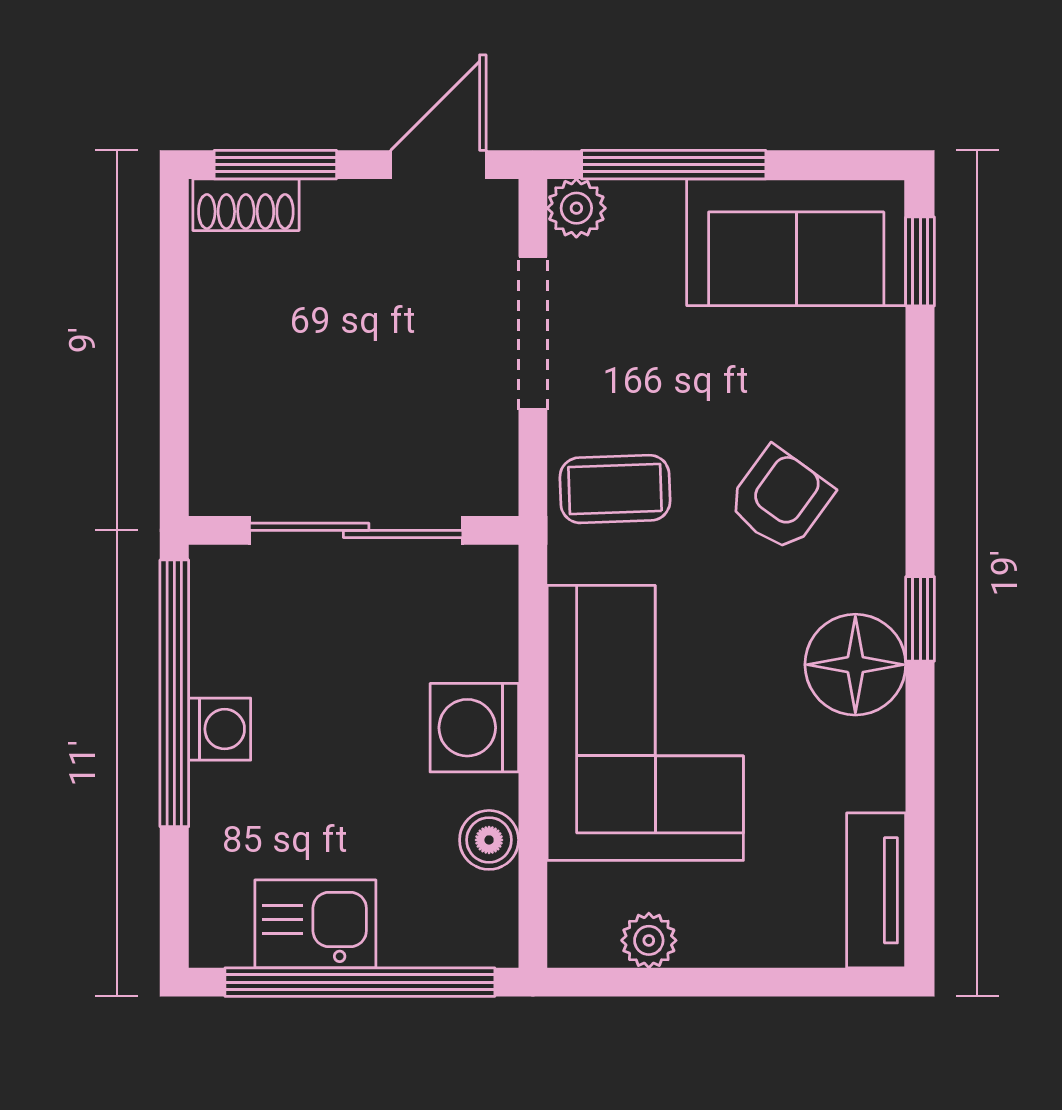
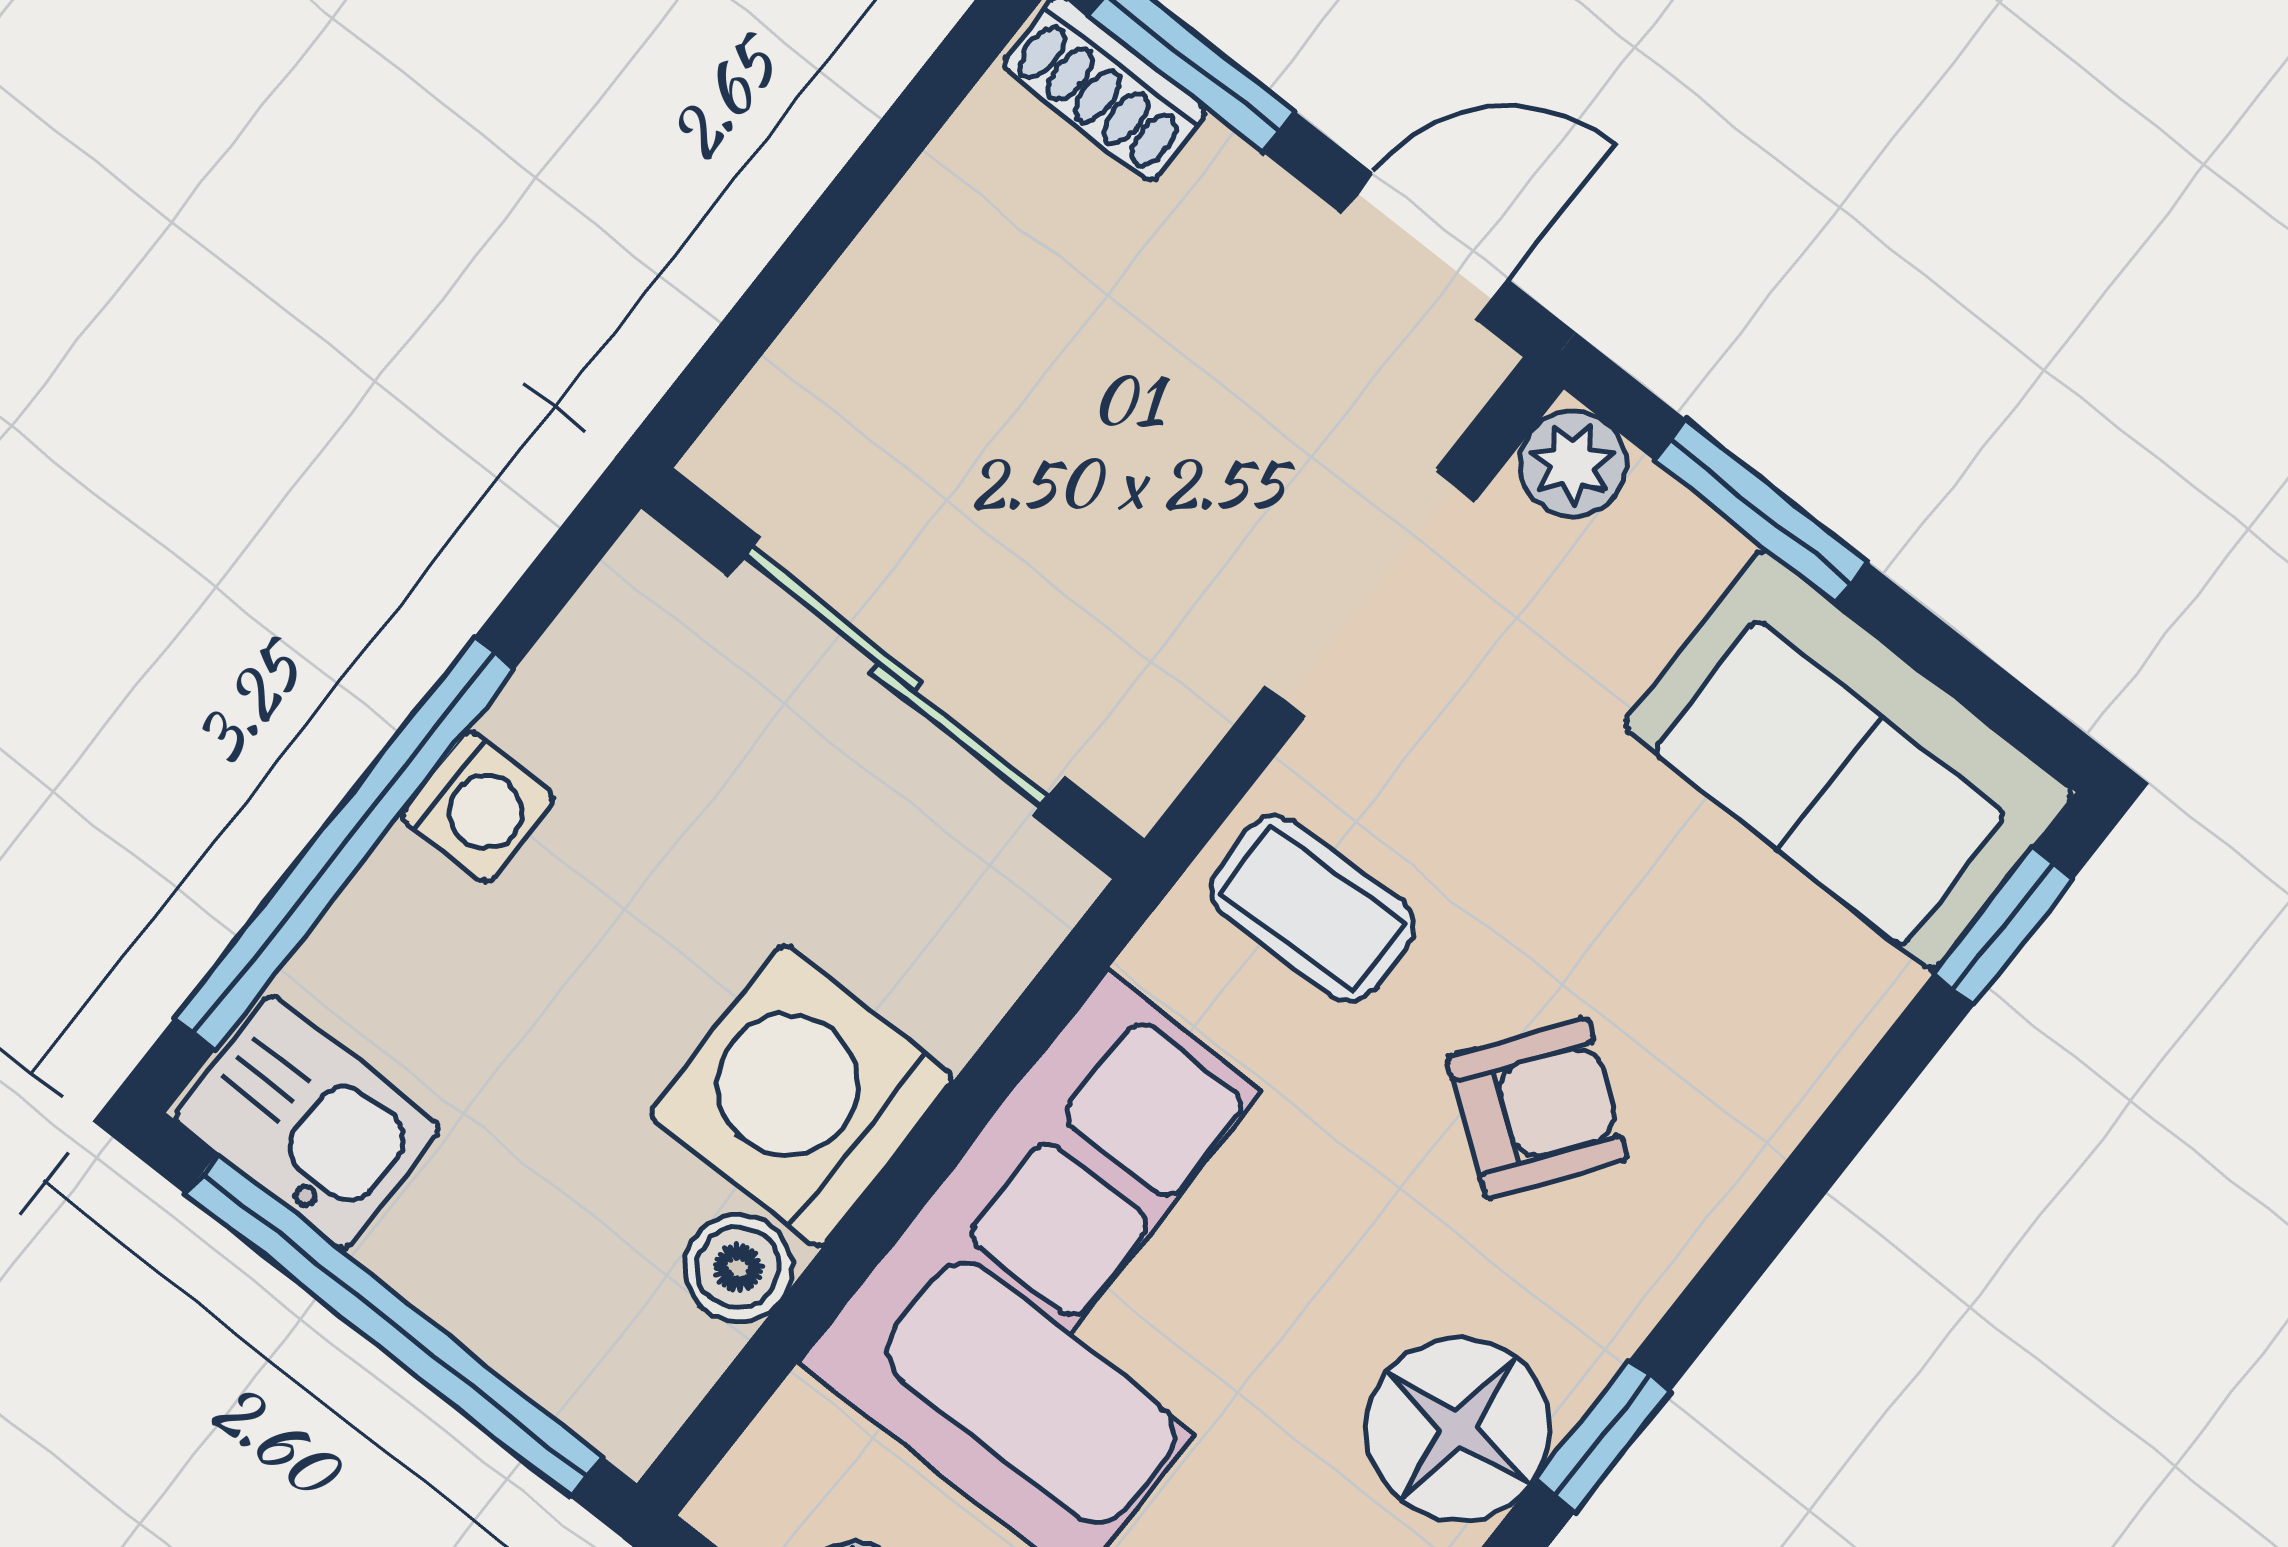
window: (674, 165) -> (1761, 511), width x0.69
window: (174, 693) -> (344, 844), moved
washing machine: (474, 728) -> (801, 1096), width x1.37, depth x1.37
kitchen sink: (315, 924) -> (307, 1122), moved

